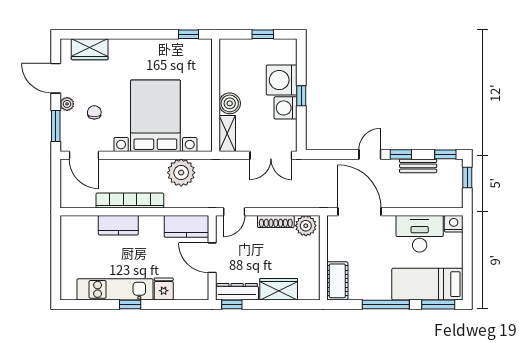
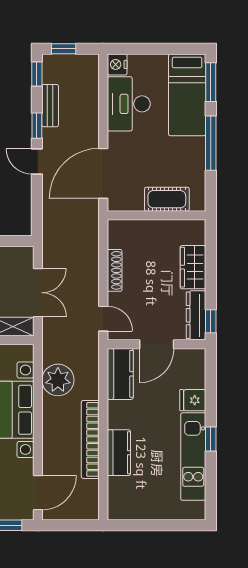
double door: (271, 155) -> (38, 293), moved
plant: (306, 226) -> (119, 236), removed
cot: (337, 281) -> (167, 199), moved

